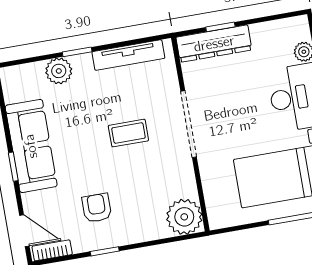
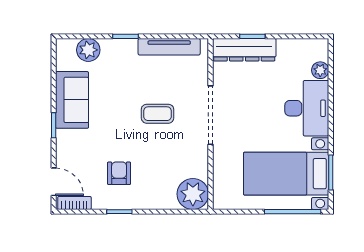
plant: (59, 71) -> (88, 50), moved
sofa: (31, 146) -> (72, 100), width x0.73

